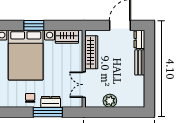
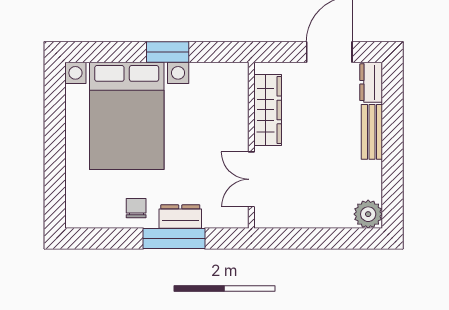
window: (34, 25) -> (168, 52), moved
wardrobe: (67, 37) -> (215, 76), removed
plant: (110, 101) -> (368, 214), moved

